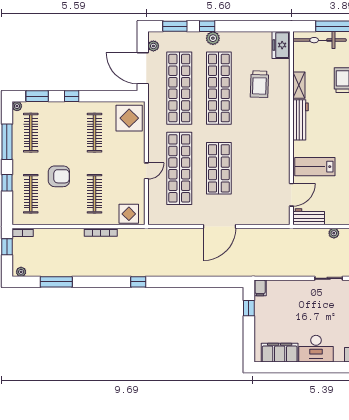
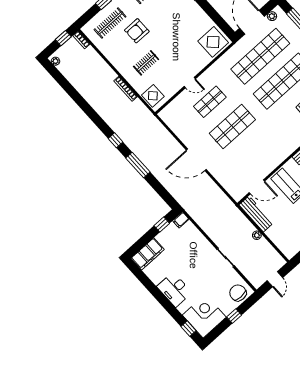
clothes rail: (94, 133) -> (184, 28), removed
shop shelf: (179, 168) -> (210, 102), width x0.50, depth x0.74
armchair: (59, 176) -> (137, 31), turned 90
clothes rail: (94, 194) -> (146, 63), width x0.73
workbench: (309, 217) -> (256, 214), width x1.38
window: (56, 282) -> (138, 165), moved
filing cabinet: (280, 353) -> (148, 254), moved, turned 90

